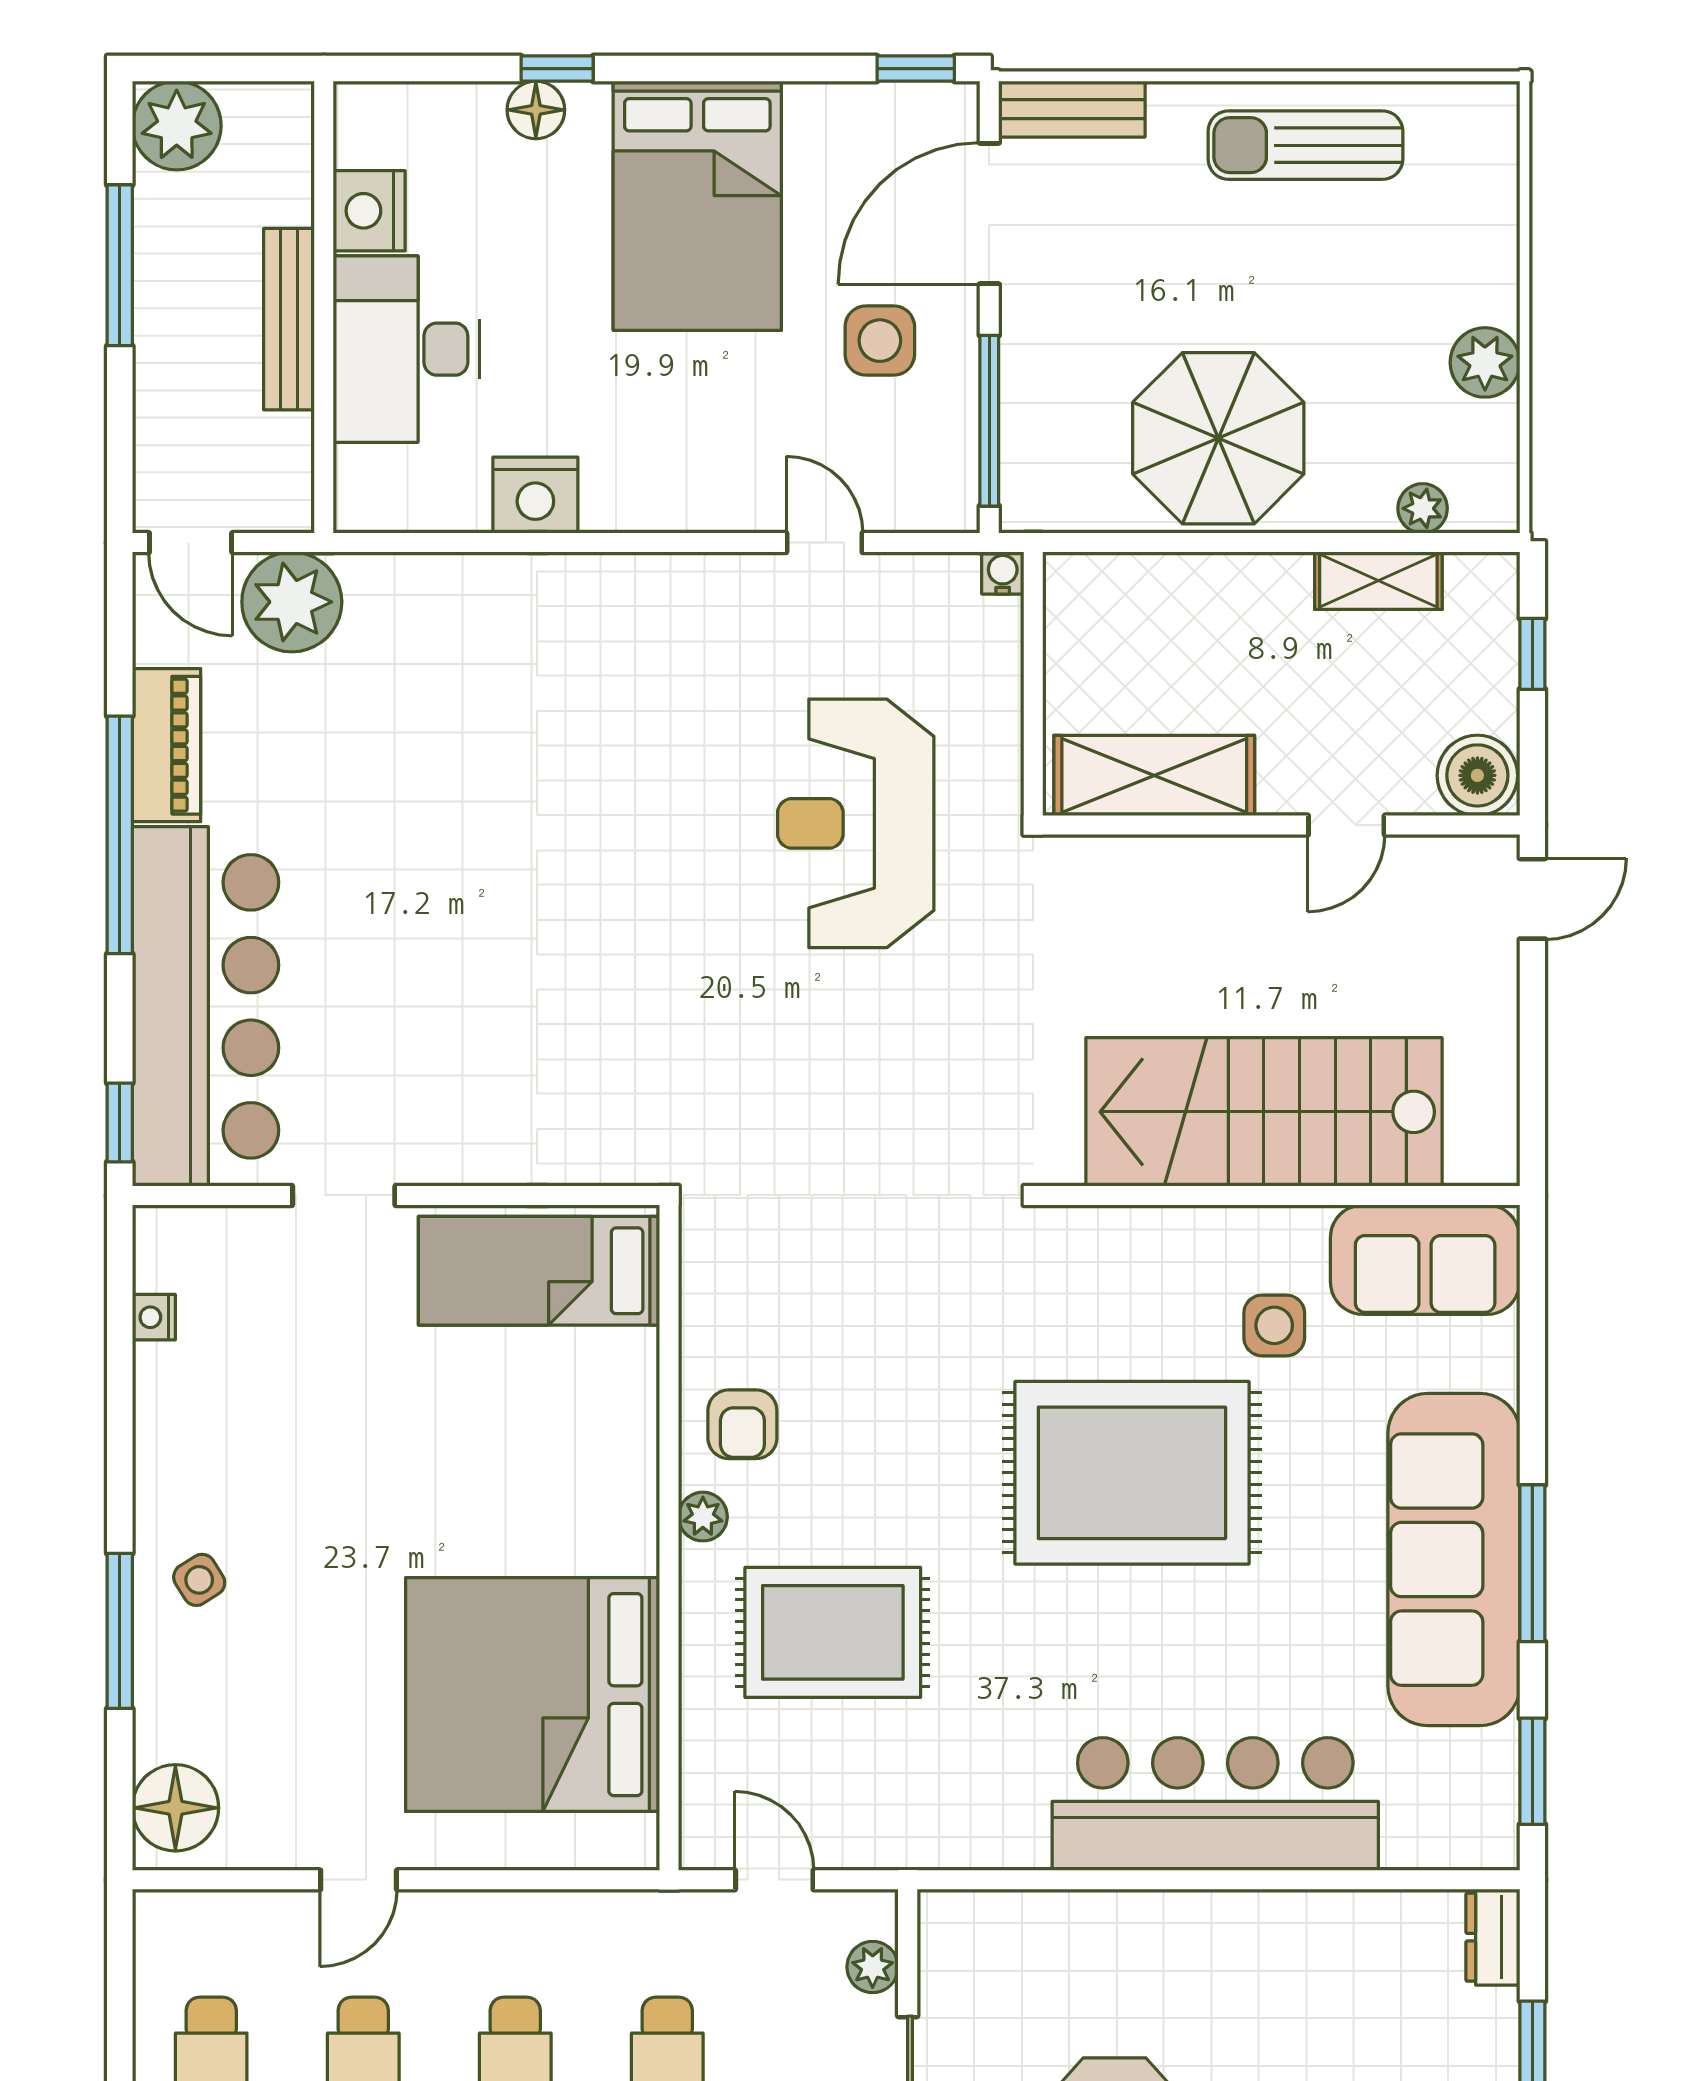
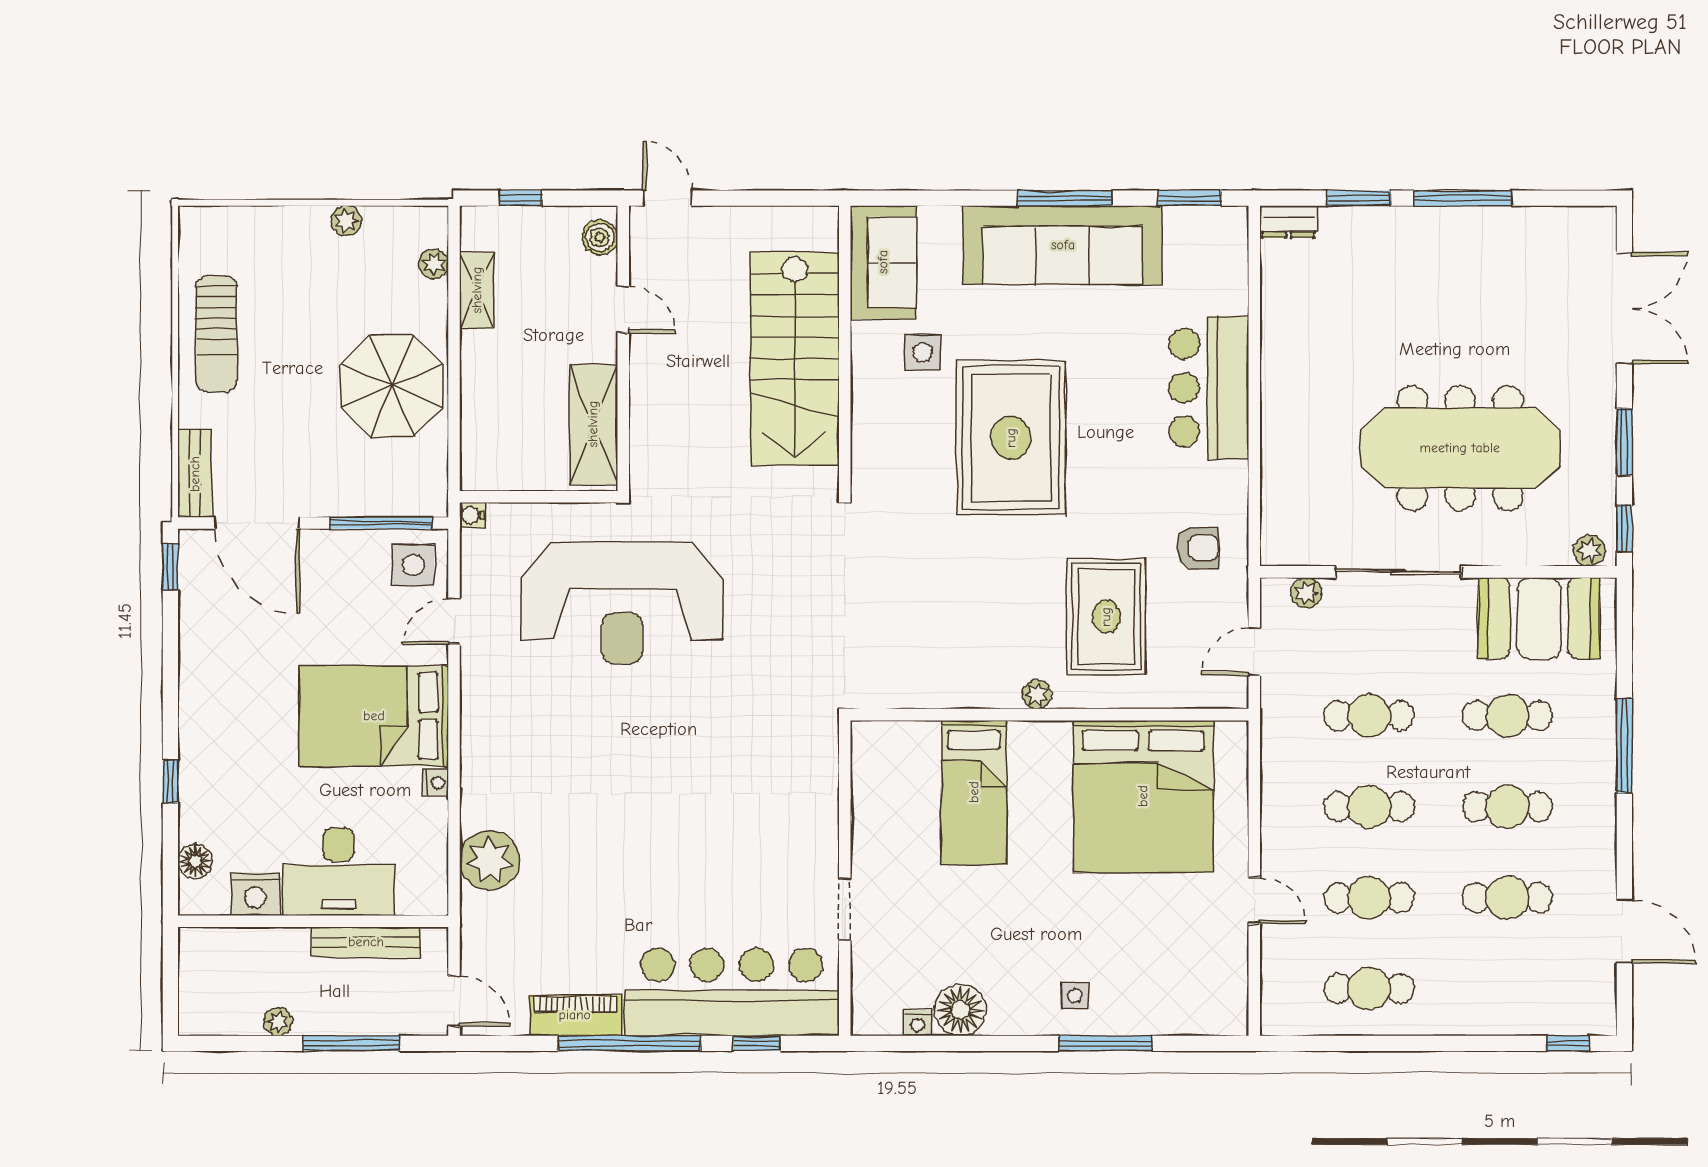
floor lamp: (536, 110) -> (195, 861), moved
plant: (177, 126) -> (278, 1022), moved, width x0.53, depth x0.53
bed: (697, 206) -> (374, 716), moved, turned 180
window: (120, 265) -> (351, 1043), moved
bench: (289, 319) -> (366, 942), moved
side table: (880, 341) -> (413, 565), moved
plant: (1485, 362) -> (346, 221), width x0.73, depth x0.73
nightstand: (535, 495) -> (436, 783), width x0.53, depth x0.56
door: (191, 543) -> (454, 1001), hinge flipped
plant: (292, 602) -> (490, 860), moved
boiler: (1477, 775) -> (600, 237), width x0.73, depth x0.73
reception desk: (856, 823) -> (622, 603), width x1.36, depth x1.30
window: (120, 1123) -> (756, 1043), moved
bed: (539, 1271) -> (974, 792), moved
armchair: (742, 1424) -> (1198, 548), moved
side table: (199, 1580) -> (1075, 996), turned 32
bar counter: (1215, 1804) -> (1209, 388), width x0.73
floor lamp: (175, 1808) -> (960, 1010), moved

